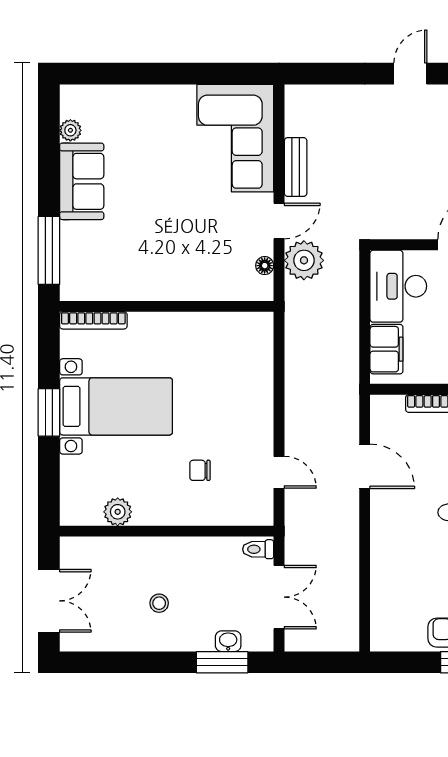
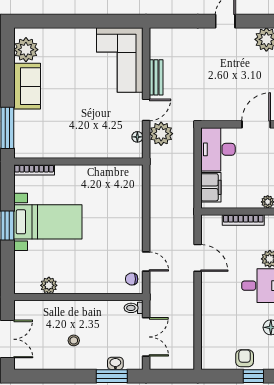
plant: (70, 130) -> (26, 50), width x1.87, depth x1.87
chair: (200, 470) -> (132, 279), moved

